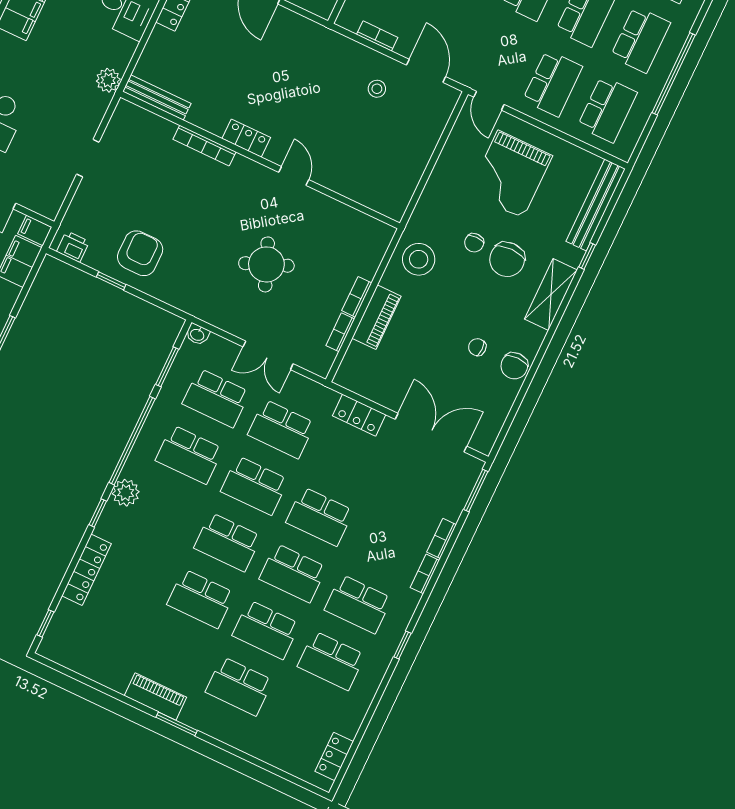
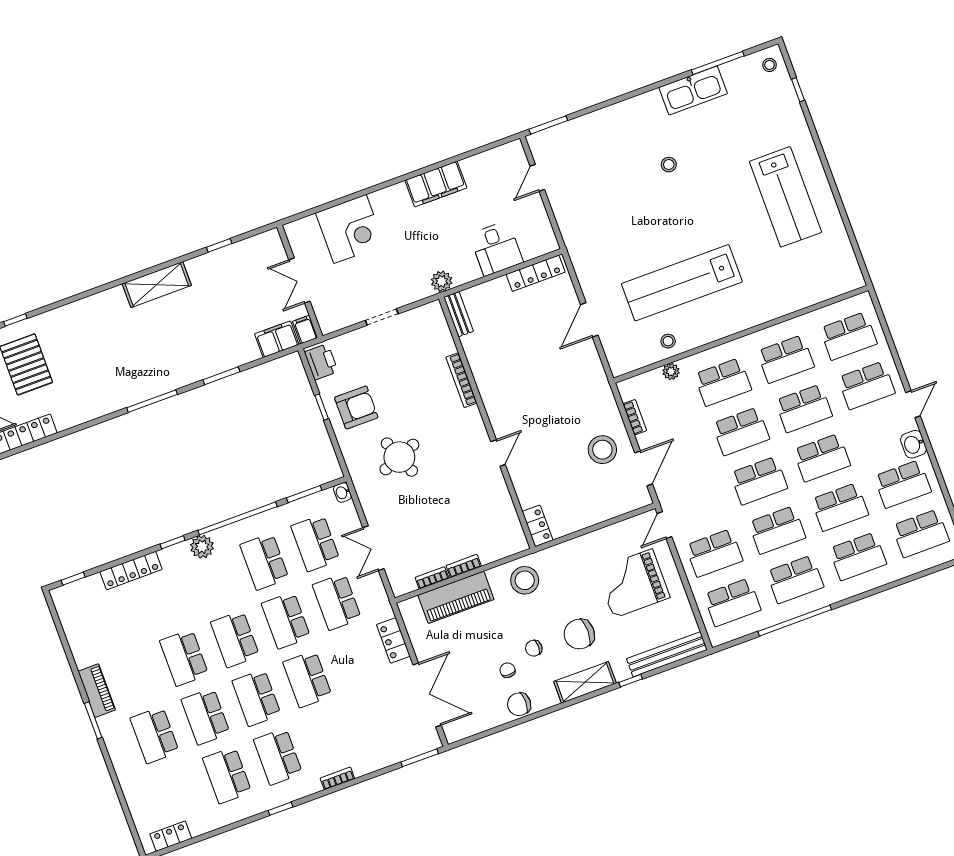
stool: (377, 89) -> (602, 450), width x1.89, depth x1.89
bench: (157, 97) -> (459, 314), width x0.73
locker: (246, 138) -> (538, 526), moved
chair: (474, 243) -> (534, 648), moved
printer: (73, 247) -> (321, 362), width x1.36, depth x1.24
round table: (266, 264) -> (399, 457), moved
piano: (376, 317) -> (456, 597), width x1.37, depth x1.33
bookcase: (442, 538) -> (369, 767), removed

